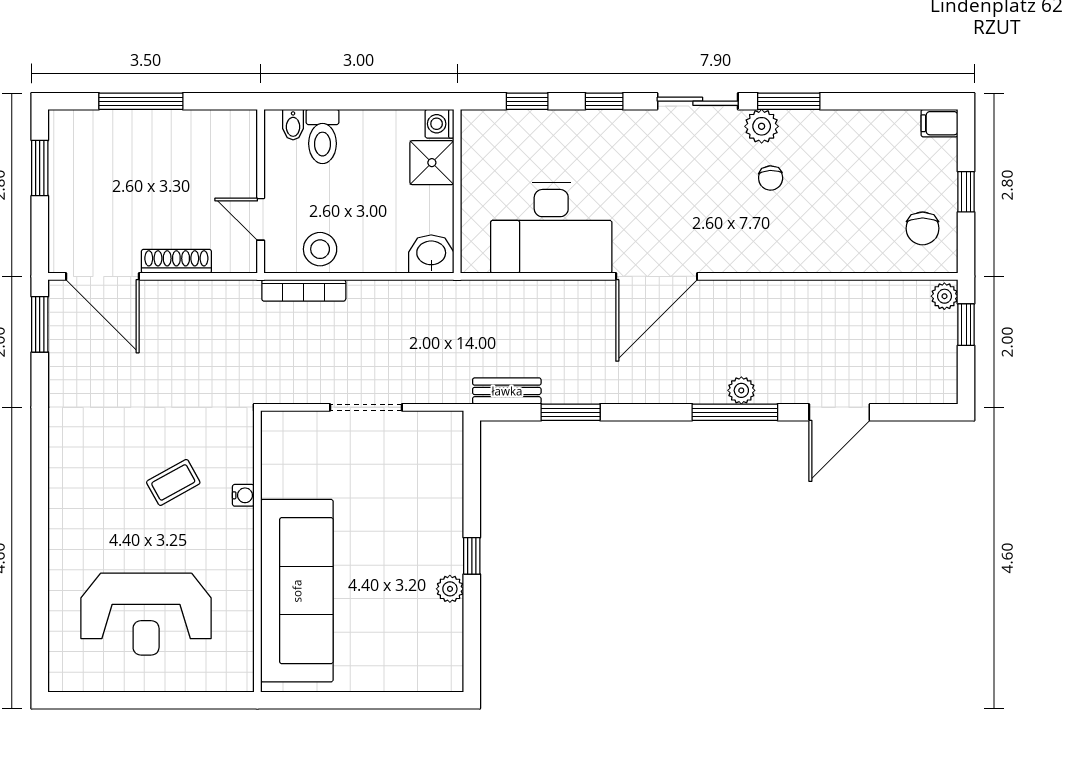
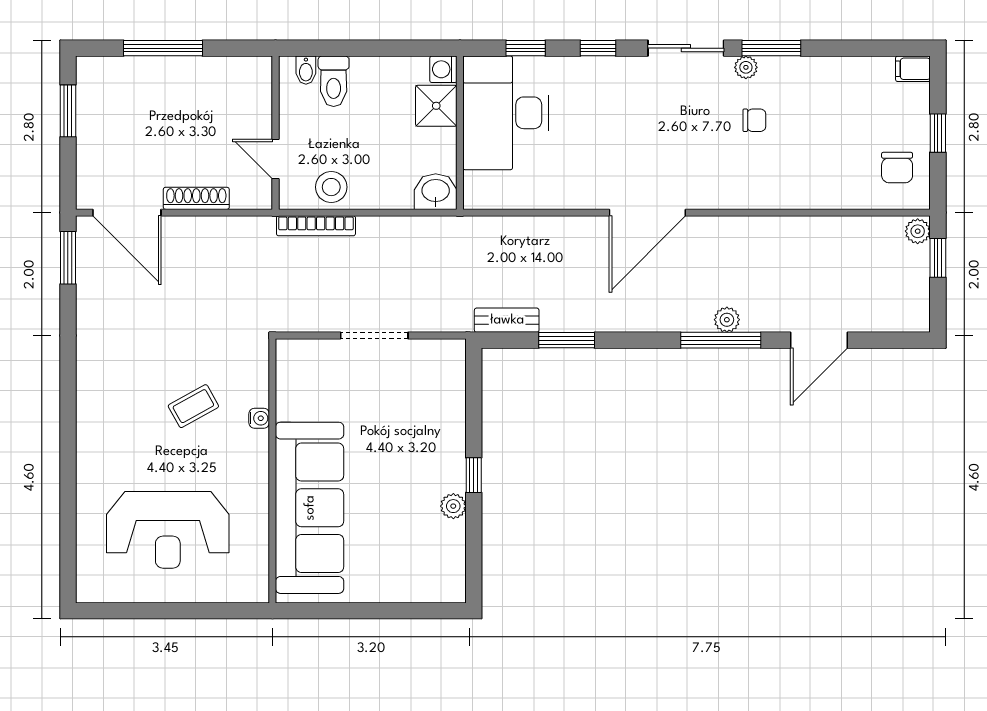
plant: (762, 126) -> (746, 67), width x0.73, depth x0.73
chair: (771, 178) -> (754, 120), turned -87
desk: (551, 228) -> (506, 113), moved, turned 90

